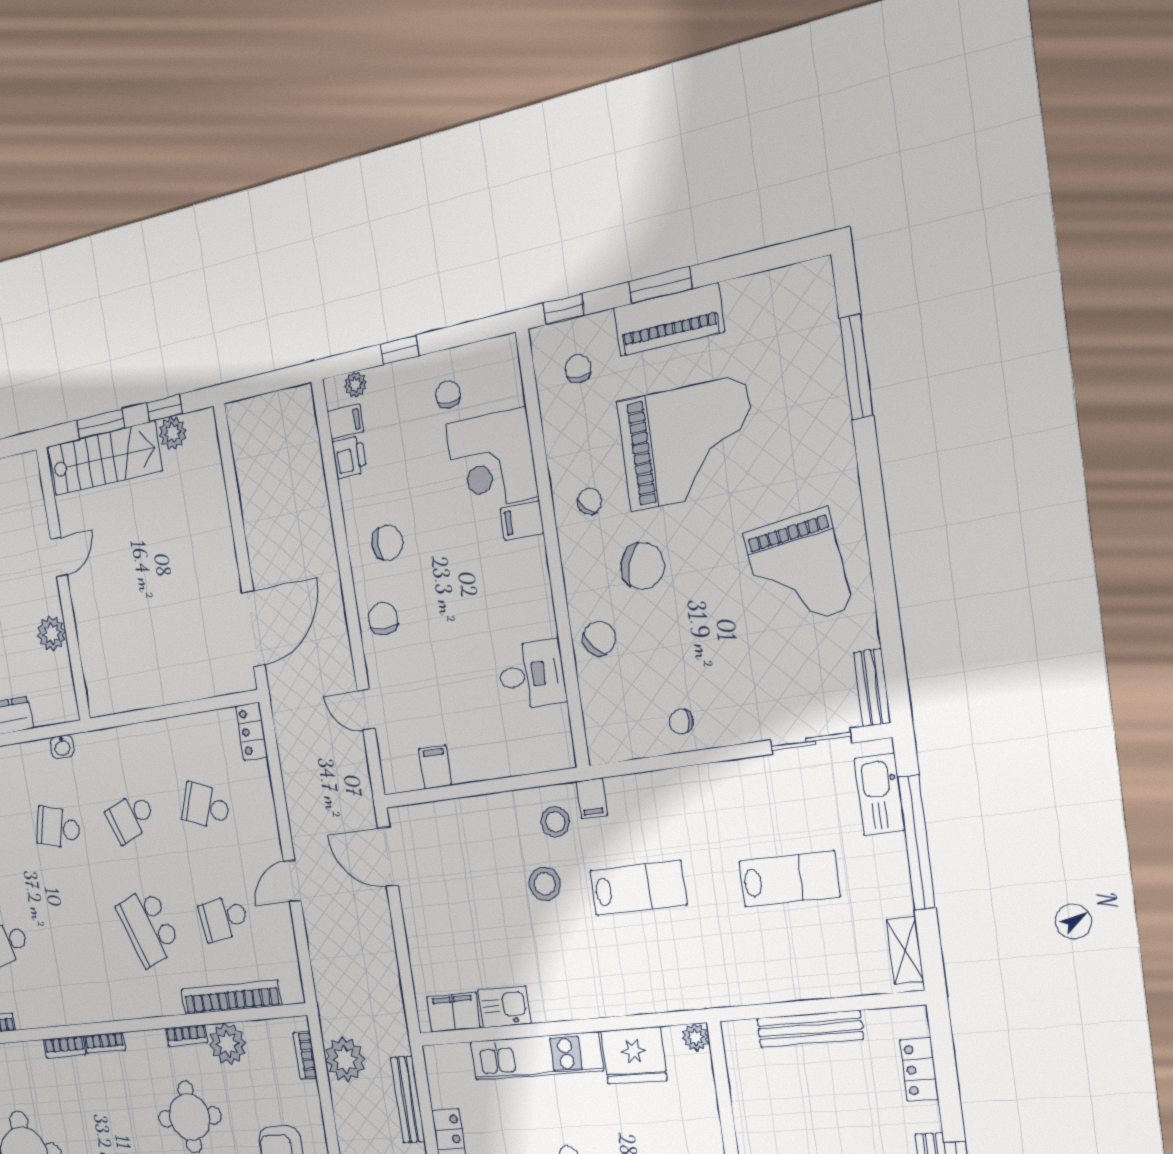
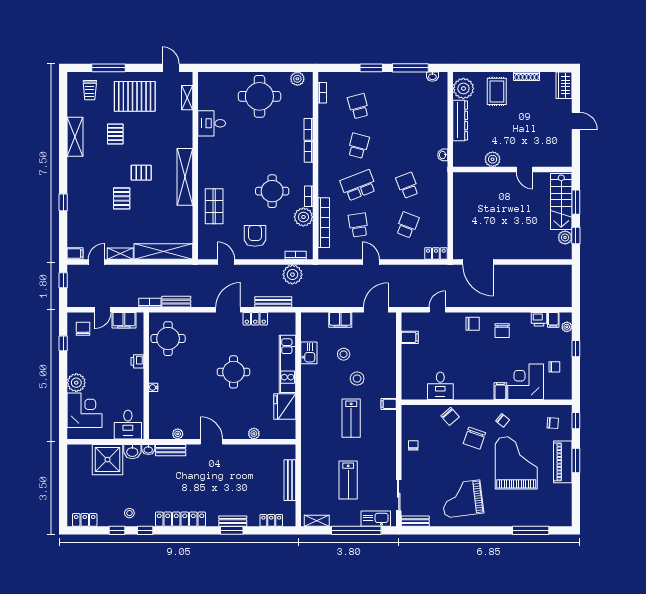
grand piano: (688, 444) -> (516, 463), turned 180
stool: (555, 822) -> (344, 354), moved
school desk: (58, 828) -> (358, 146), moved
filing cabinet: (454, 1012) -> (340, 320), moved, turned 90
plant: (696, 1037) -> (254, 434), moved

